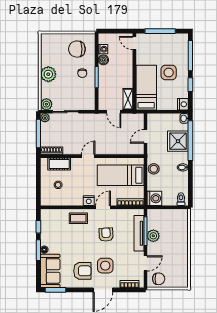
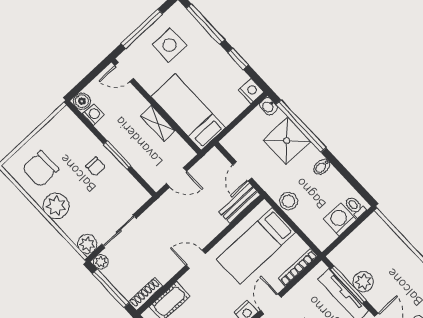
chair: (77, 49) -> (41, 169), moved
boiler: (103, 60) -> (82, 101), moved
side table: (169, 72) -> (169, 45), moved
shelving: (128, 99) -> (158, 123), moved
bench: (131, 150) -> (240, 203), added
door: (88, 156) -> (196, 259), hinge flipped
washing machine: (154, 198) -> (340, 219), moved, turned -90

